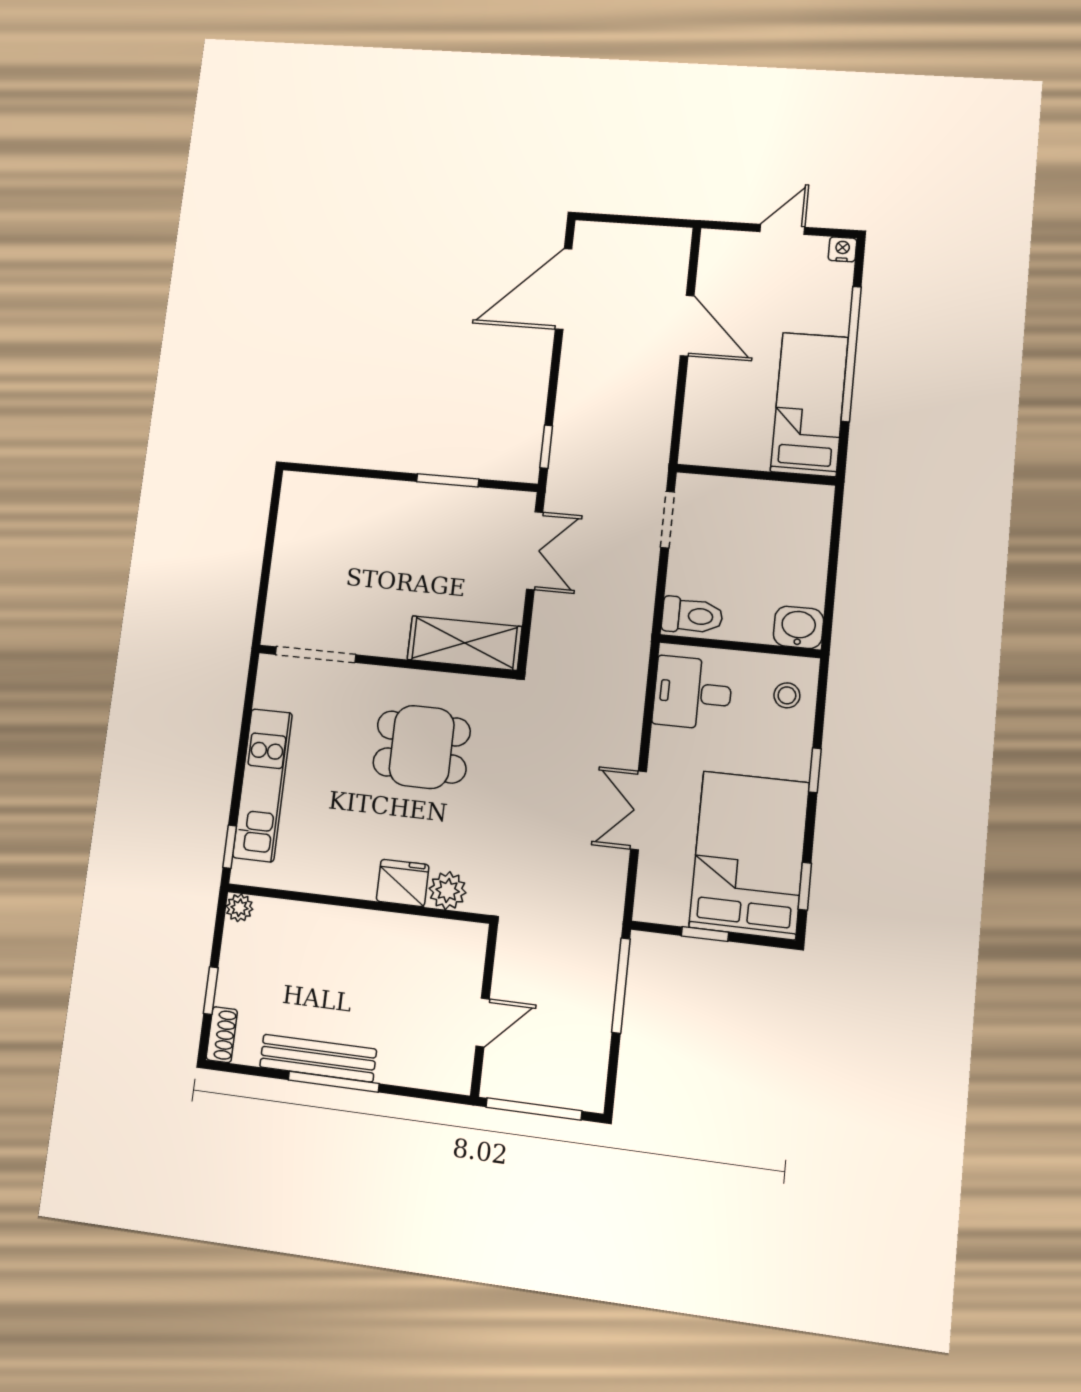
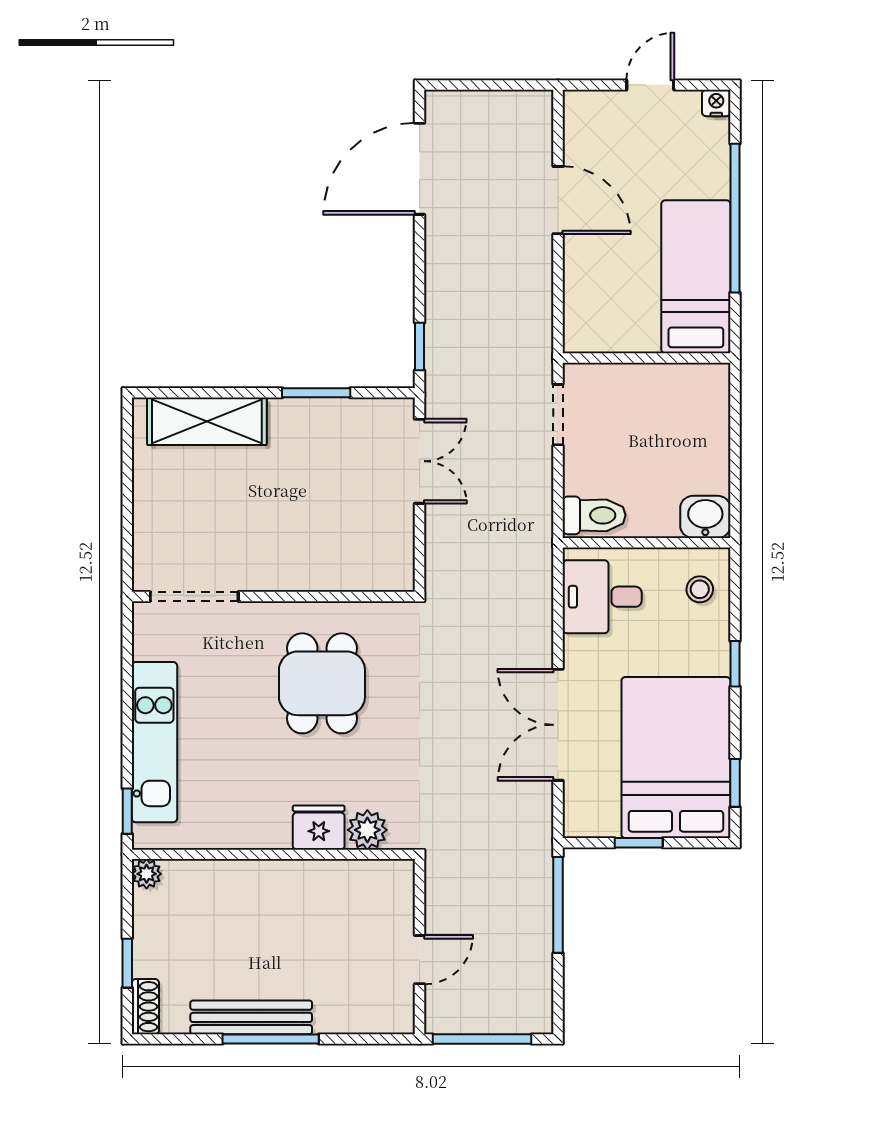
shelving: (464, 643) -> (207, 421), moved
dining table: (422, 747) -> (322, 683), turned 90
double door: (638, 810) -> (558, 725), width x1.37

